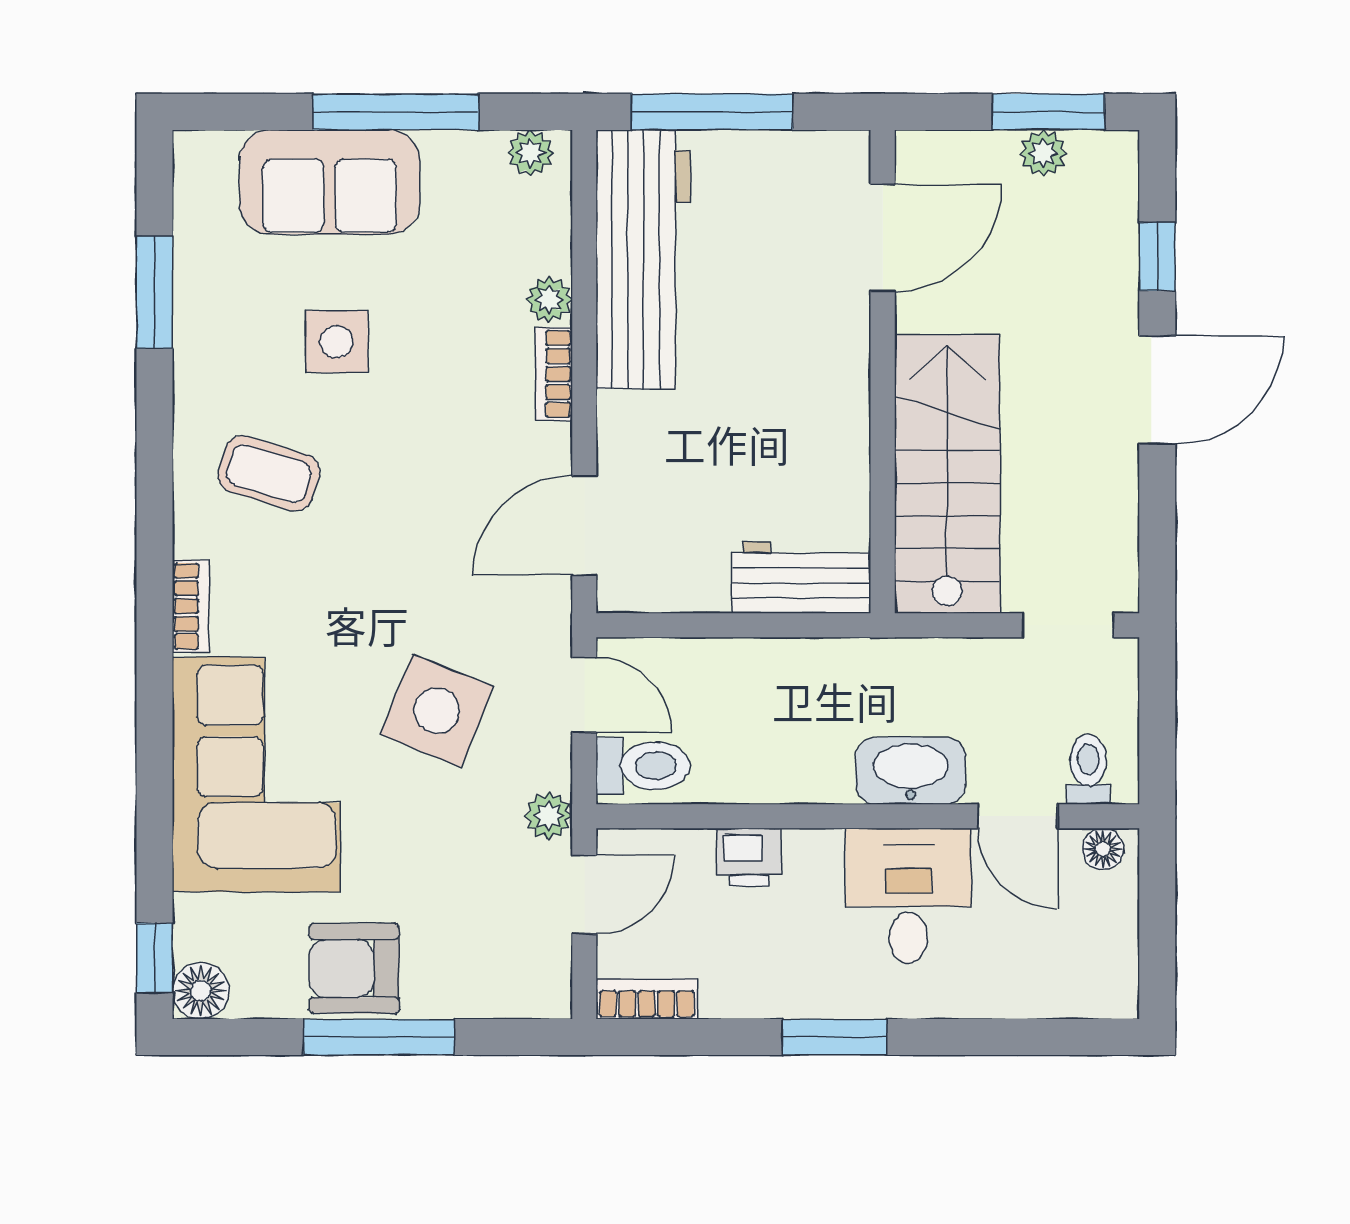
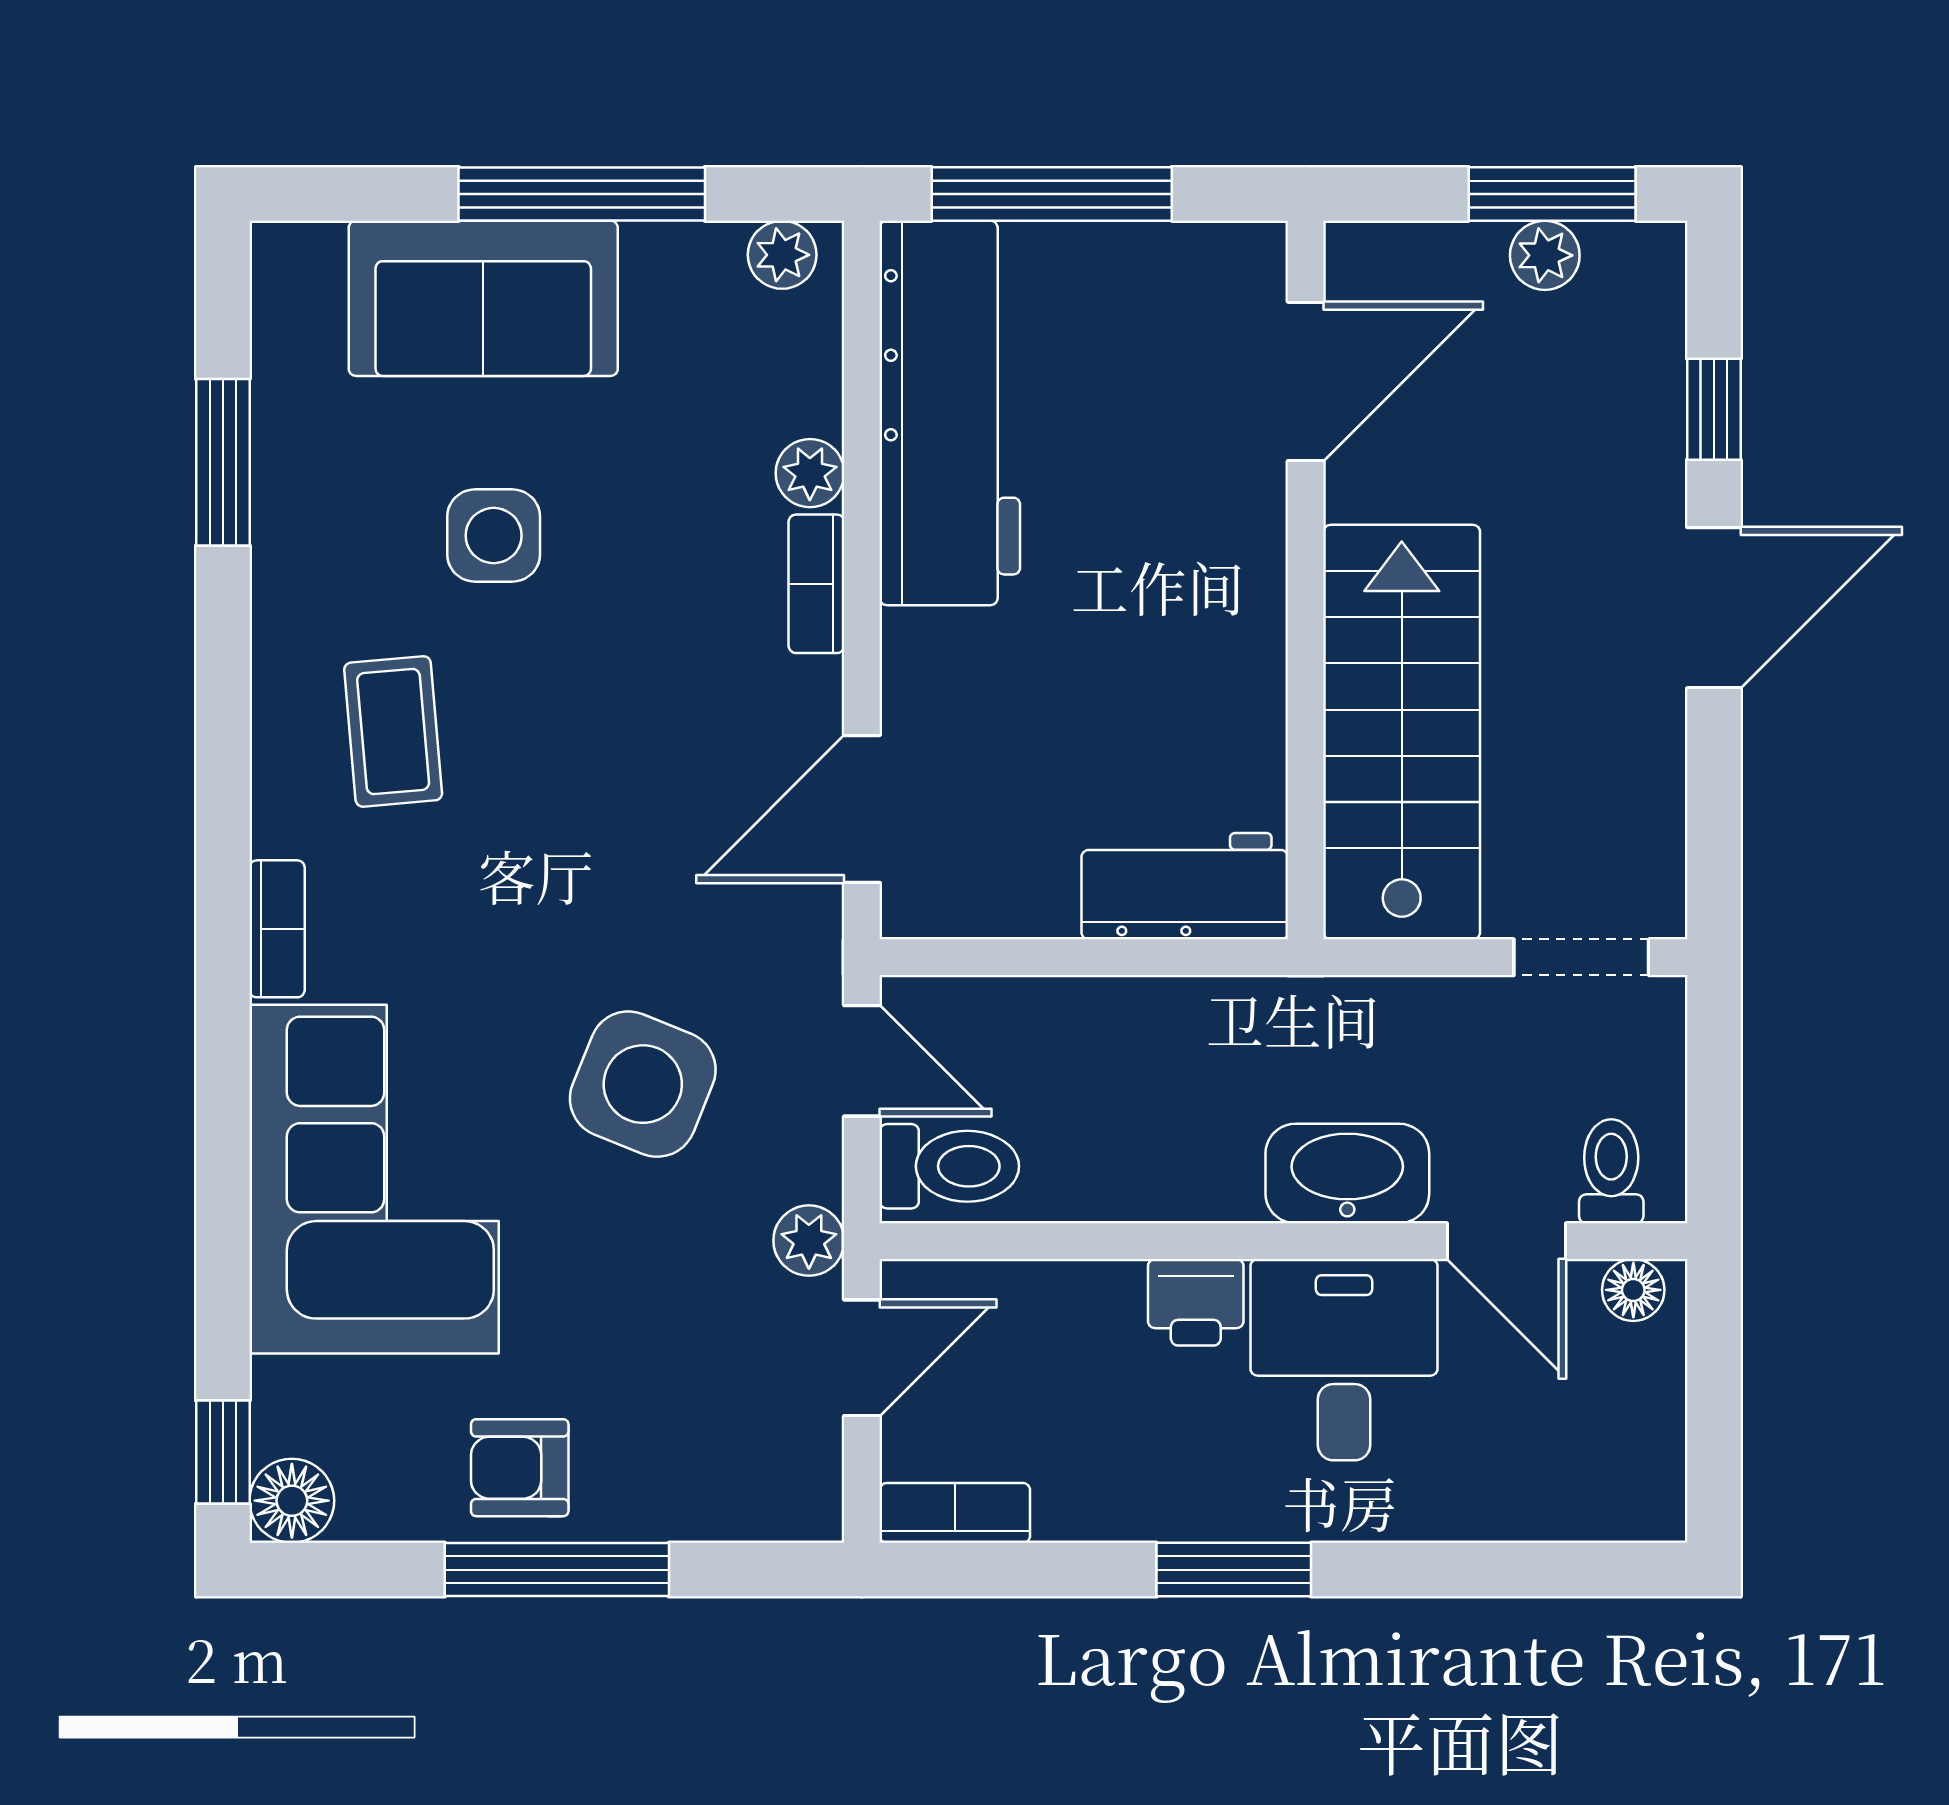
coffee table: (269, 473) -> (393, 731), turned 68
printer: (749, 857) -> (1196, 1302), moved
armchair: (354, 968) -> (520, 1468), width x0.72, depth x0.72

